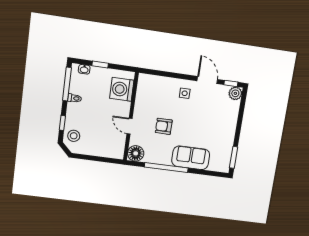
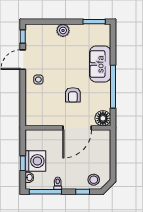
washing machine: (122, 89) -> (35, 161), moved, turned -90
plant: (235, 93) -> (63, 30), moved
door: (130, 126) -> (77, 128), width x1.87

